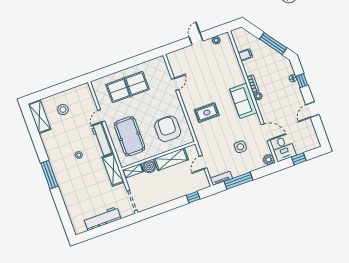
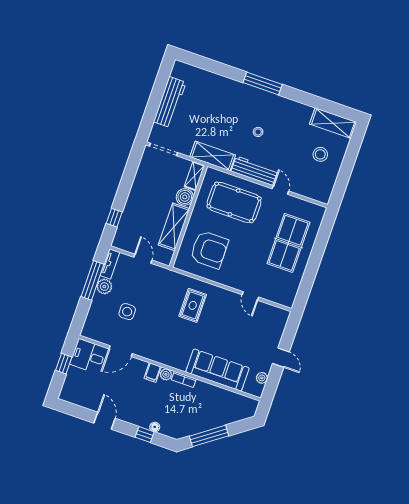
filing cabinet: (245, 55) -> (153, 373), moved
sofa: (243, 101) -> (217, 370), moved, width x1.36
plant: (269, 160) -> (104, 287), moved

